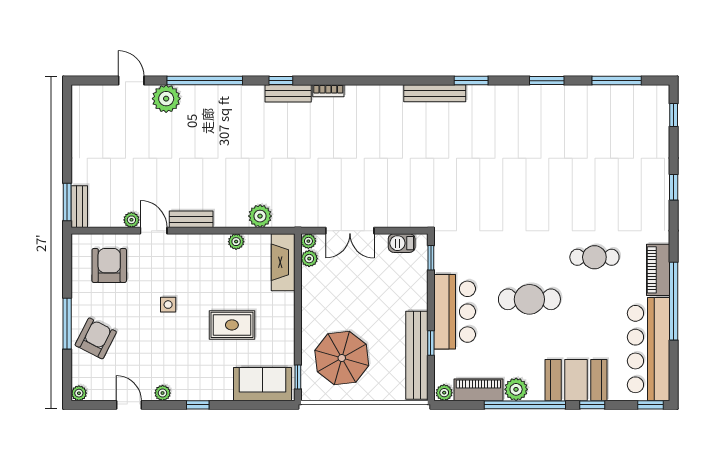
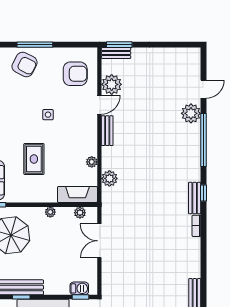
plant: (131, 220) -> (112, 84), width x1.87, depth x1.87
plant: (308, 241) -> (50, 212), moved
barbecue: (402, 243) -> (79, 288), moved, turned 90

